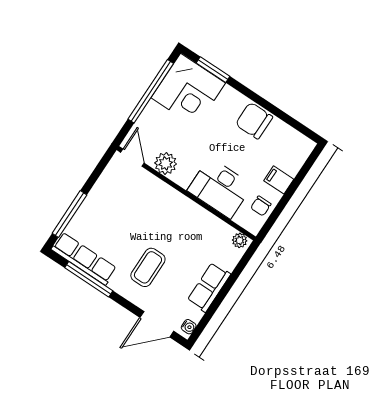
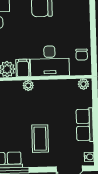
filing cabinet: (279, 180) -> (23, 68), moved, turned 90
plant: (176, 198) -> (28, 85), added

